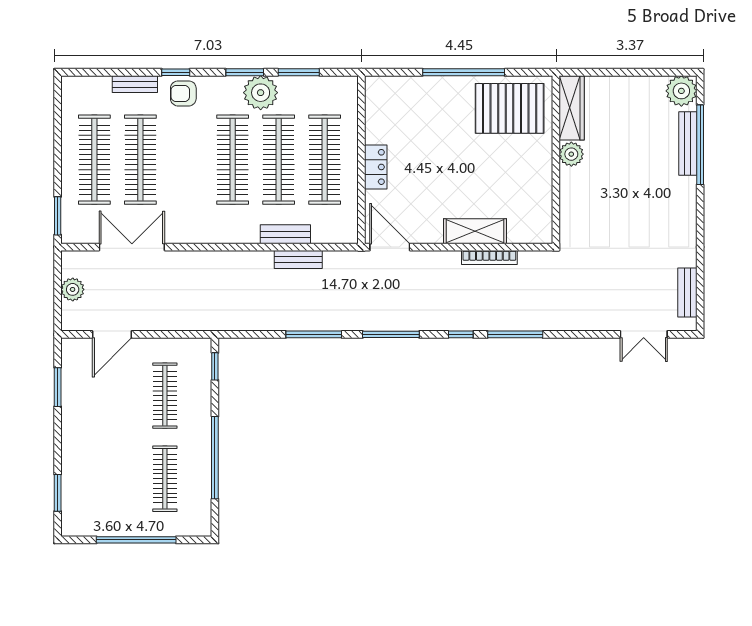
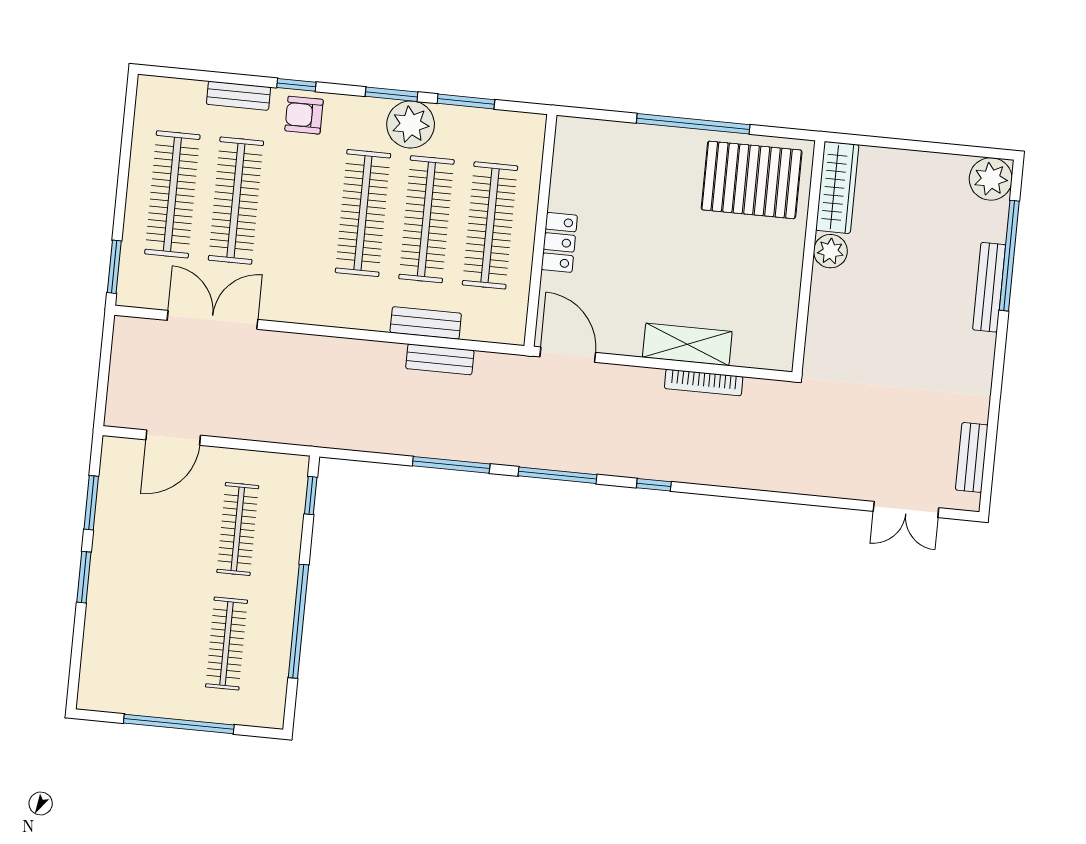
bench: (688, 143) -> (989, 287), moved
plant: (73, 289) -> (125, 370), removed
window: (515, 334) -> (729, 492), removed
window: (58, 493) -> (84, 577), moved

